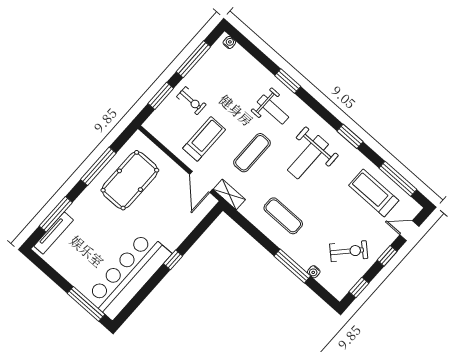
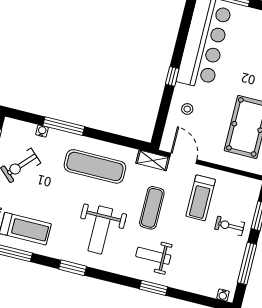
weight bench: (308, 157) -> (100, 230), turned 180
exercise mat: (283, 216) -> (95, 166), width x1.36, depth x1.45
stool: (175, 224) -> (187, 109), added

